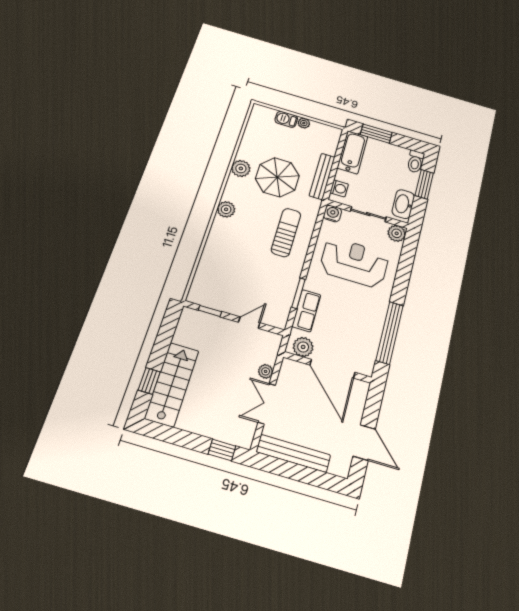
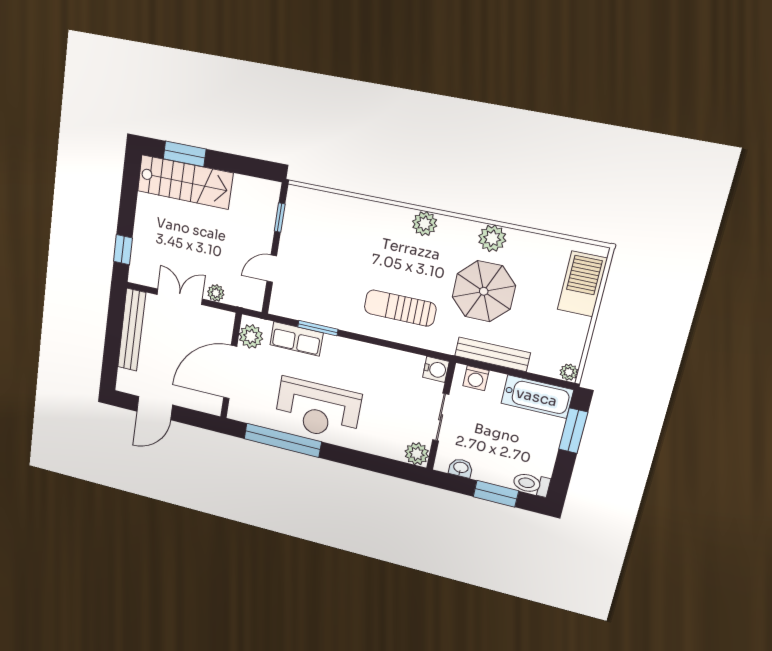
barbecue: (286, 119) -> (582, 284), width x1.88, depth x1.53
plant: (304, 123) -> (569, 372), moved
washbasin: (403, 204) -> (461, 468), width x0.52, depth x0.69
sun lounger: (286, 232) -> (400, 308), turned 180
reception desk: (354, 262) -> (318, 409), moved, turned 90
door: (249, 323) -> (272, 269), swing flipped
window: (149, 381) -> (185, 154), width x1.50

